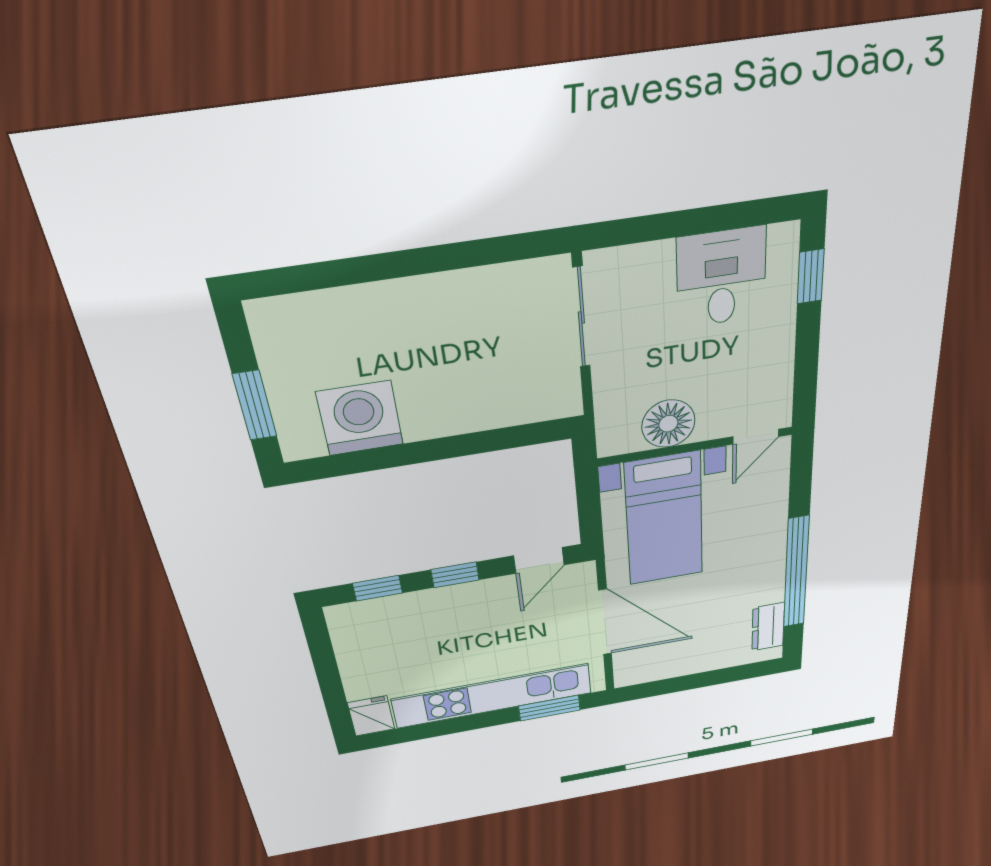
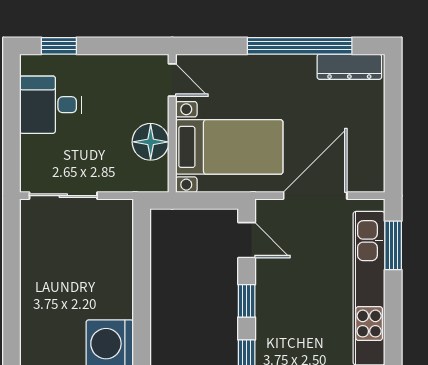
dresser: (768, 627) -> (349, 67), width x1.44

